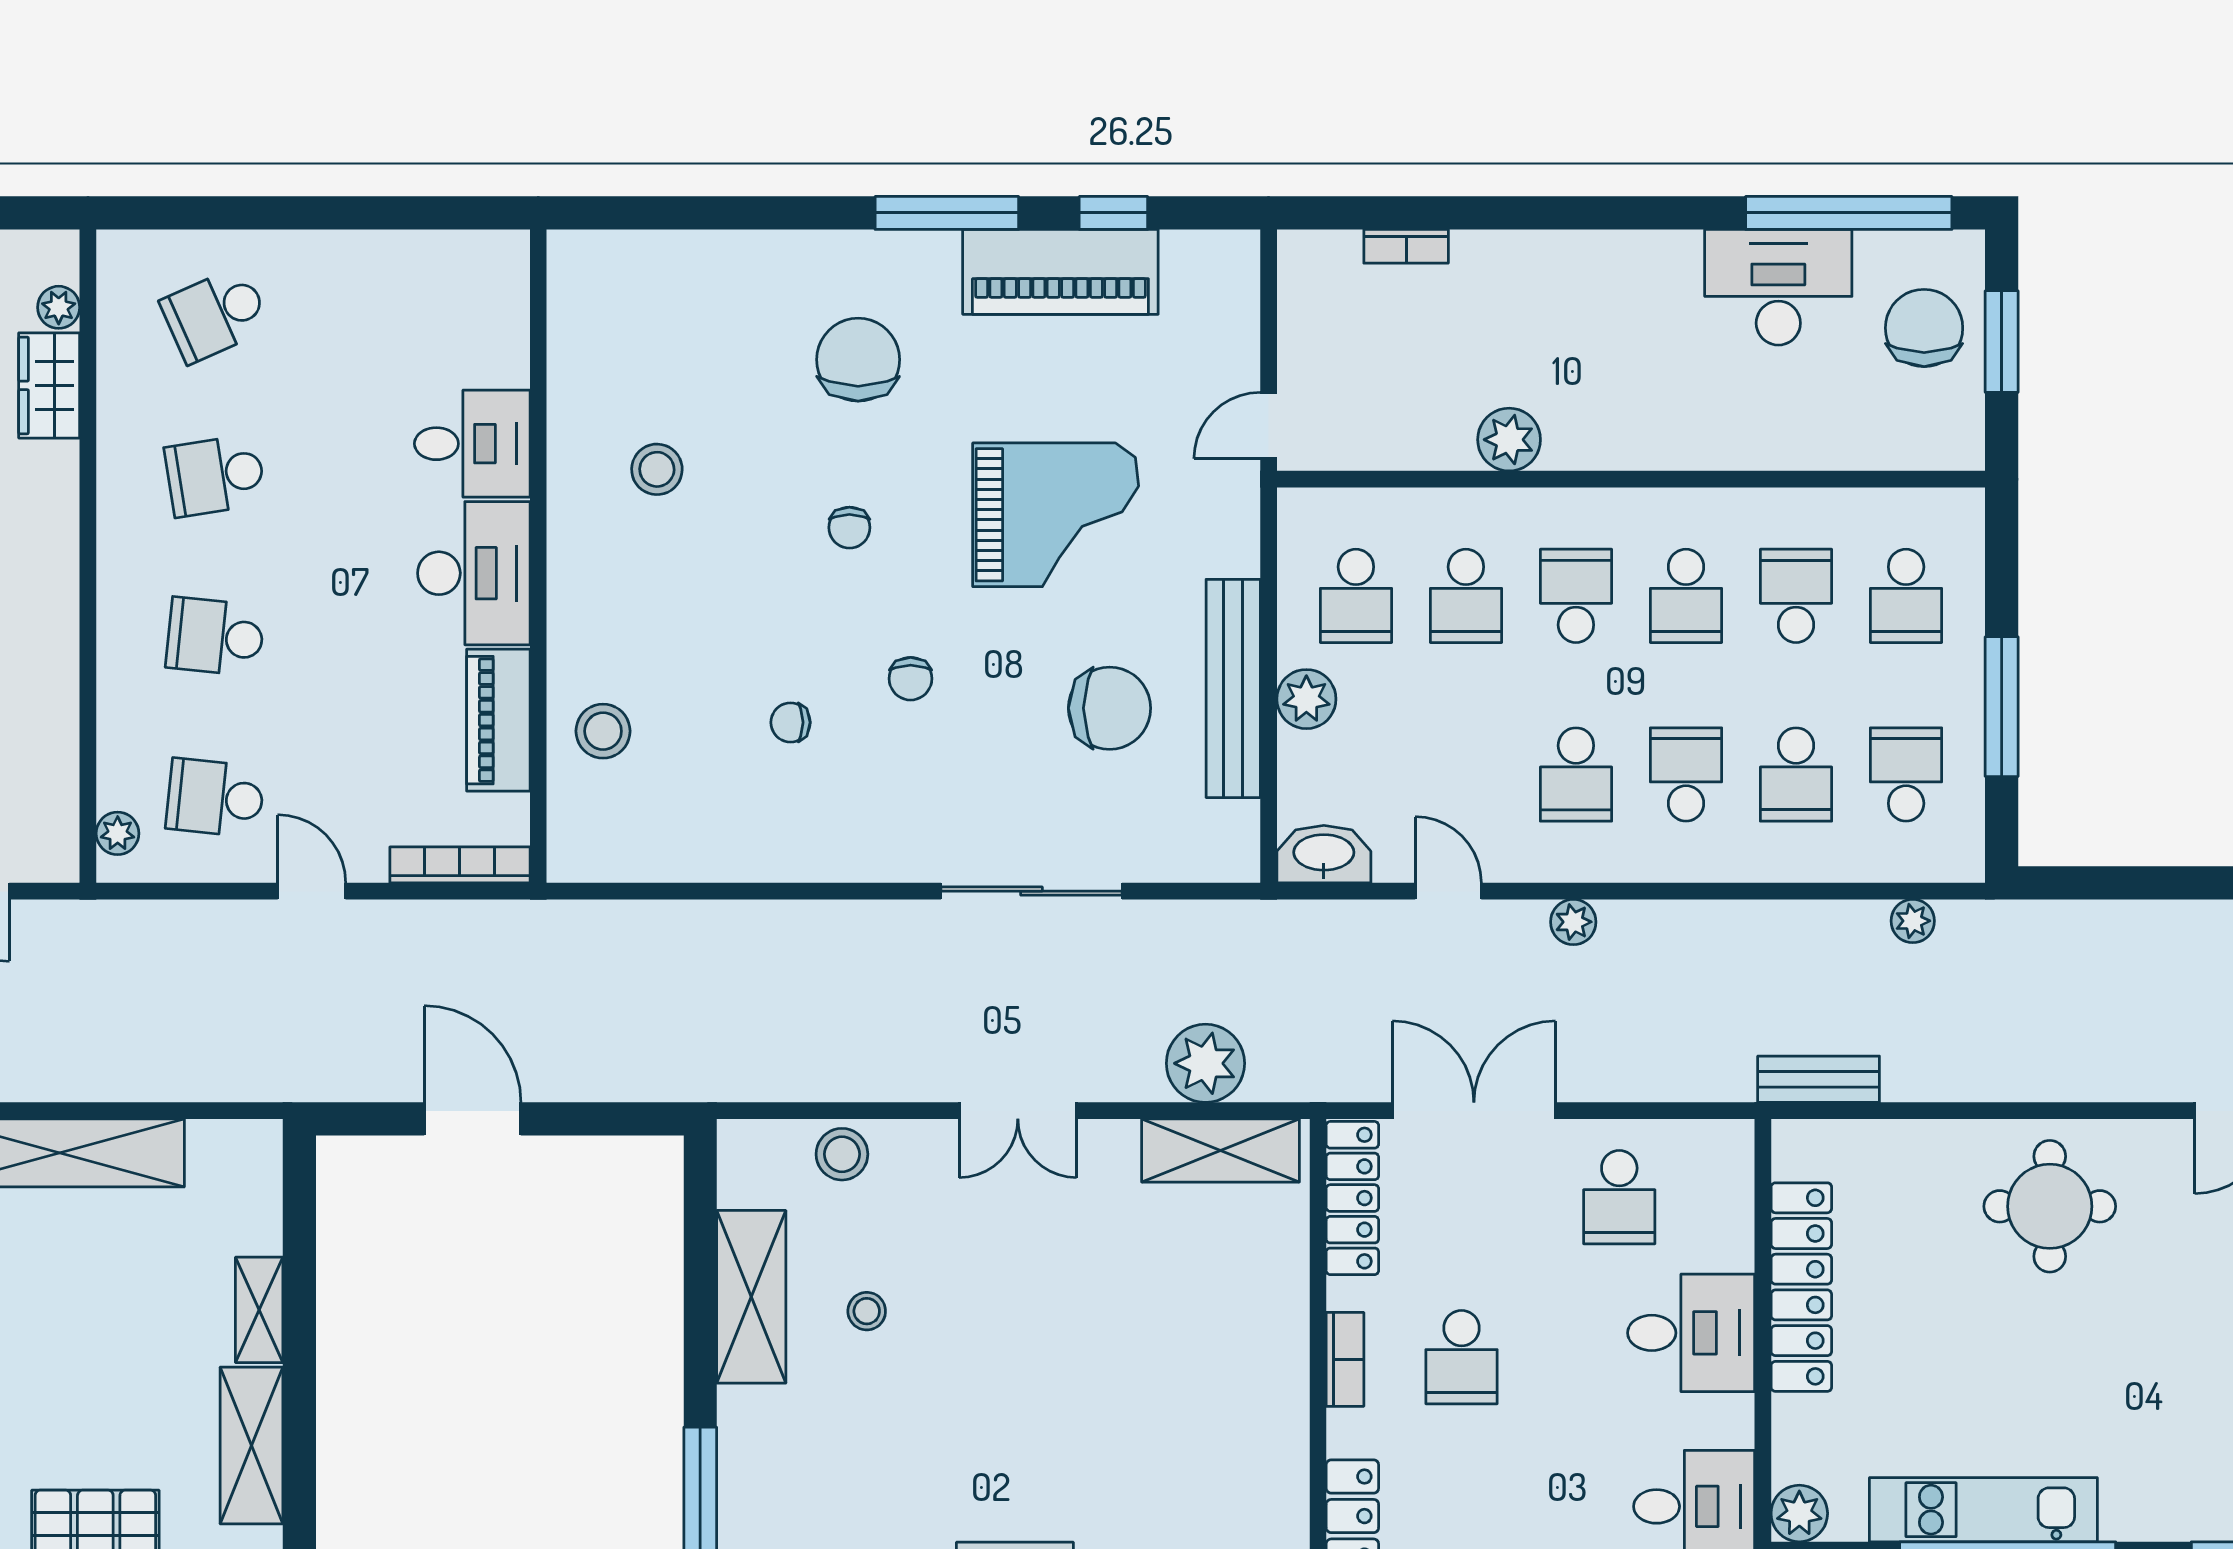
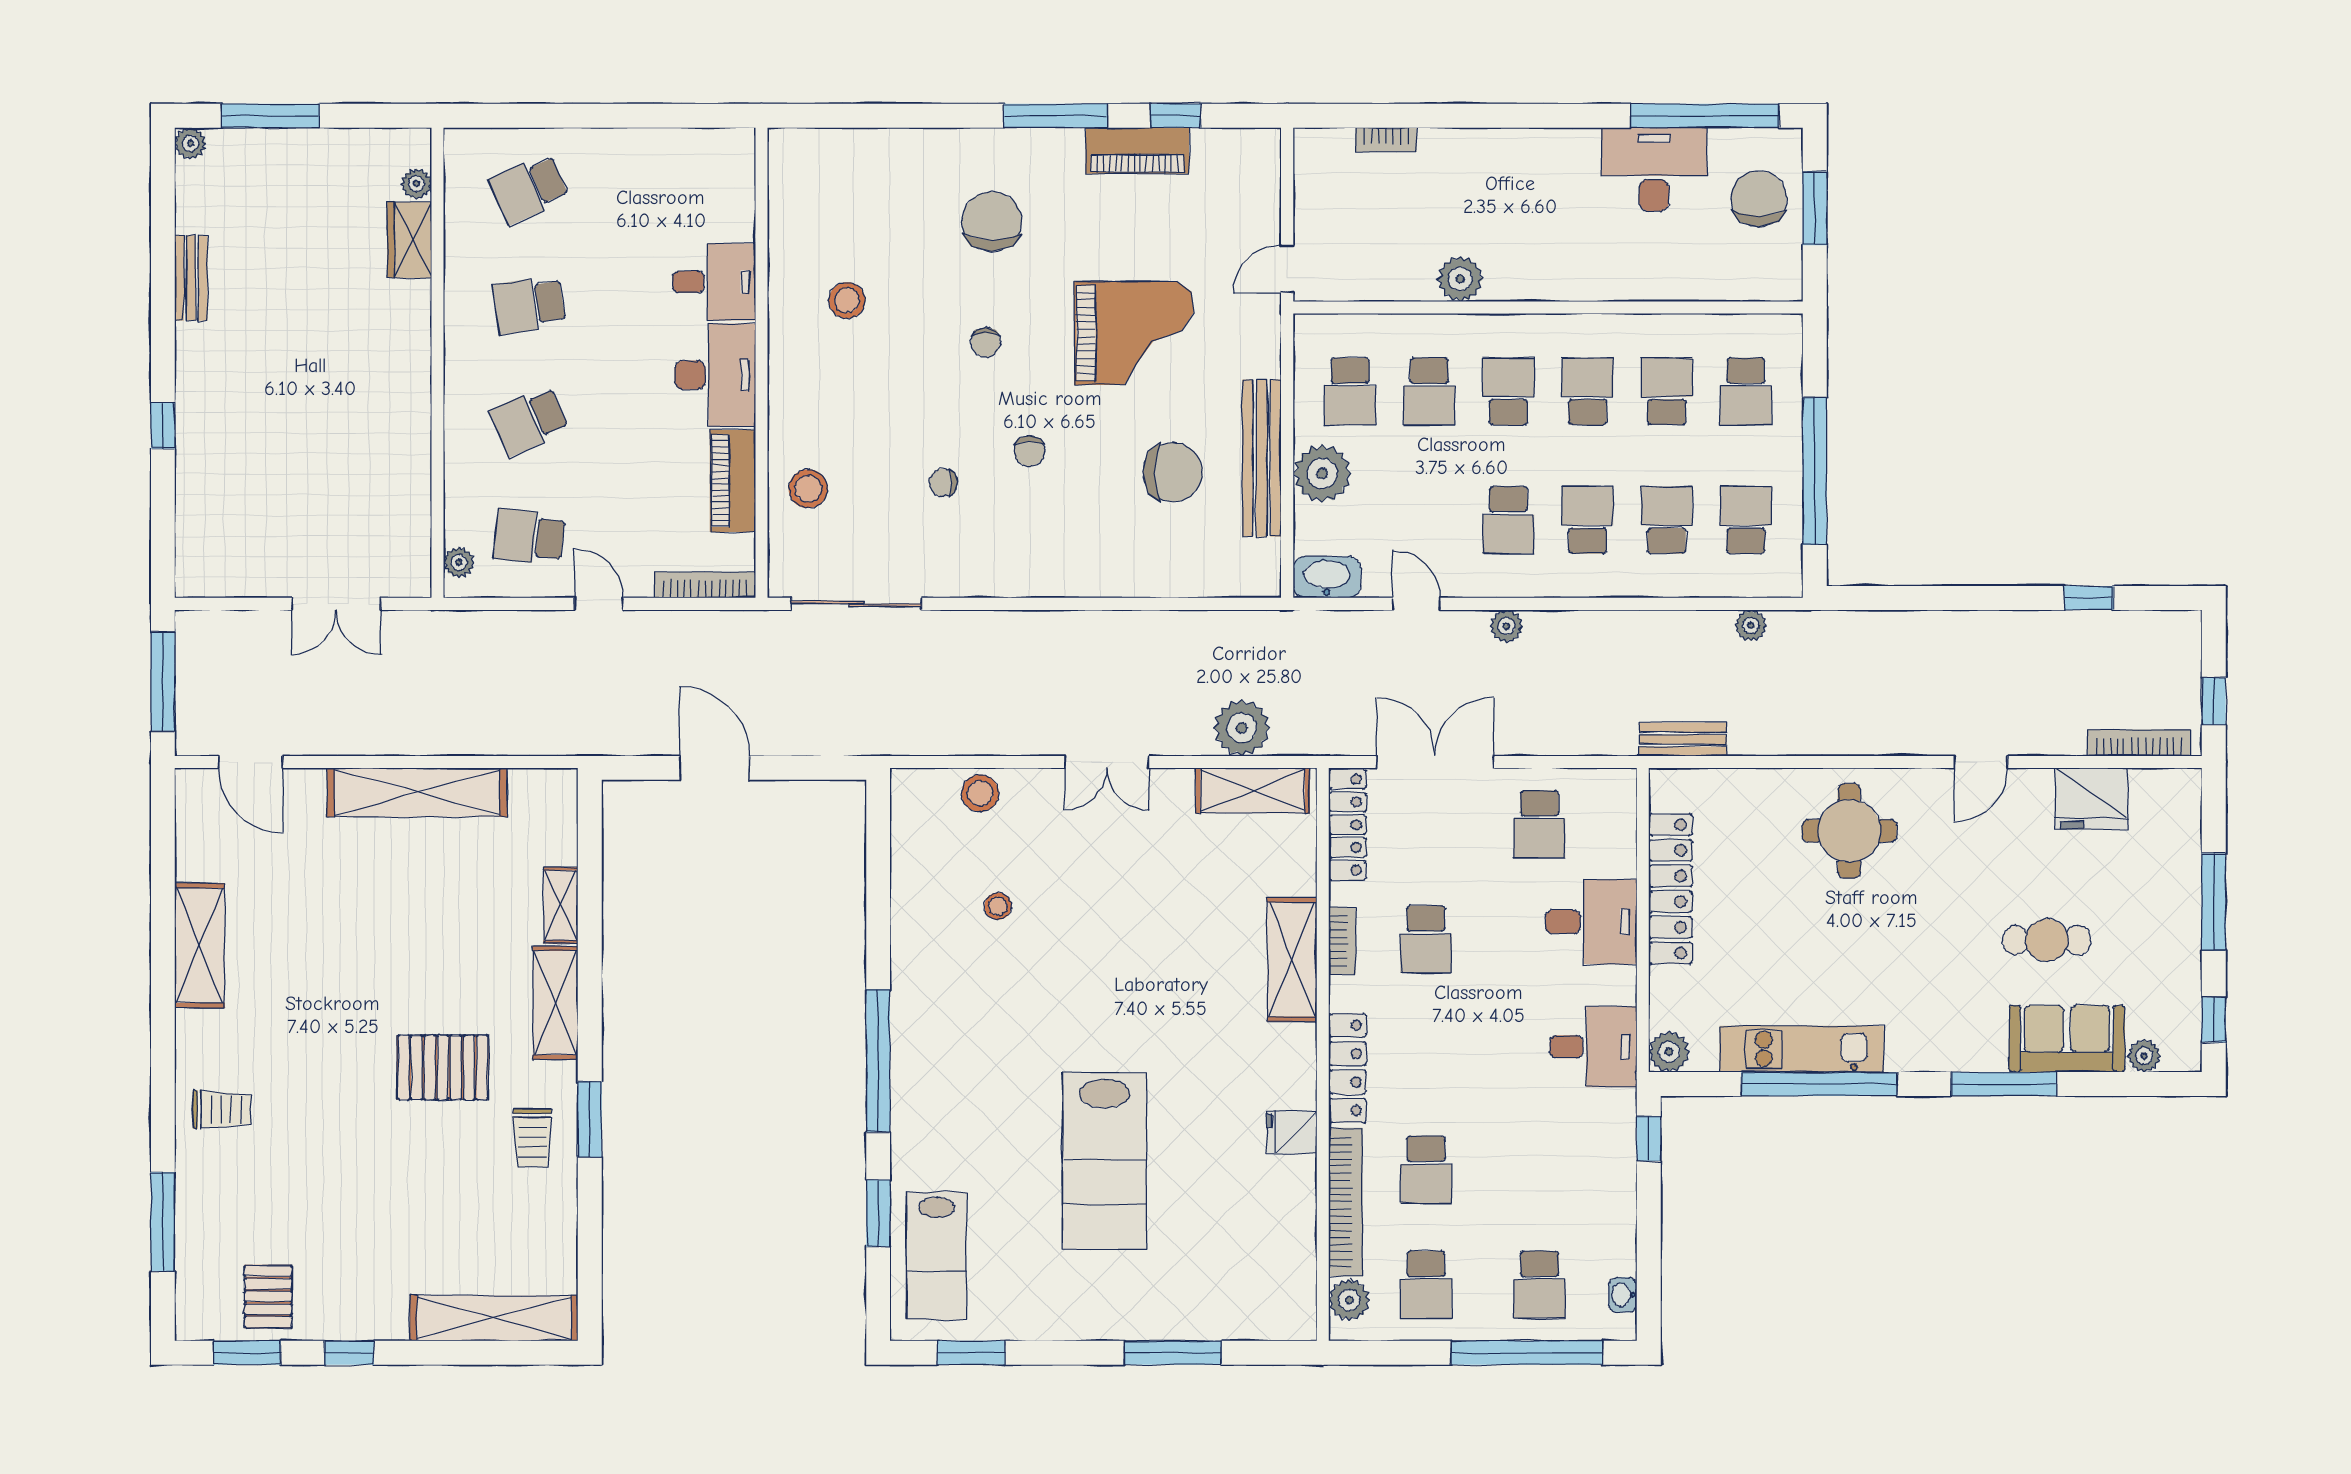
piano: (1060, 272) -> (1137, 151), width x0.73, depth x0.75
school desk: (1686, 596) -> (1588, 391), turned 180
school desk: (215, 637) -> (529, 421), turned -30
plant: (1306, 699) -> (1322, 473), width x1.36, depth x1.36
window: (2002, 707) -> (1815, 471), width x1.46
school desk: (1796, 774) -> (1667, 520), turned 180
sliding door: (1031, 891) -> (856, 604), moved
shelving: (751, 1297) -> (1292, 959), moved

